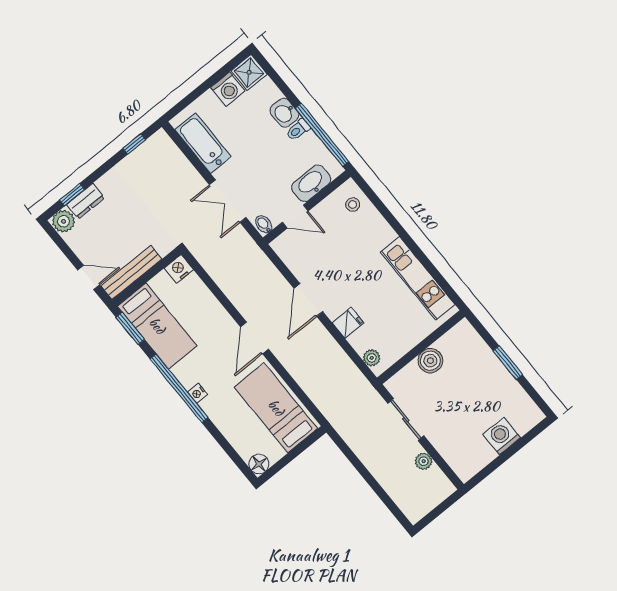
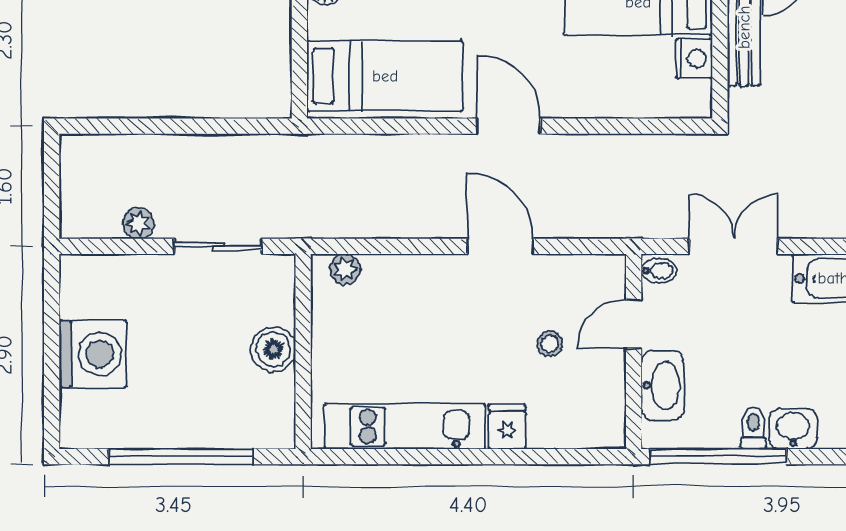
stool: (353, 205) -> (550, 344), moved
nightstand: (179, 269) -> (694, 58), moved
fridge: (348, 323) -> (507, 427), moved, turned 180
window: (508, 363) -> (181, 457), width x2.11
washing machine: (502, 436) -> (93, 354), width x1.37, depth x1.37

